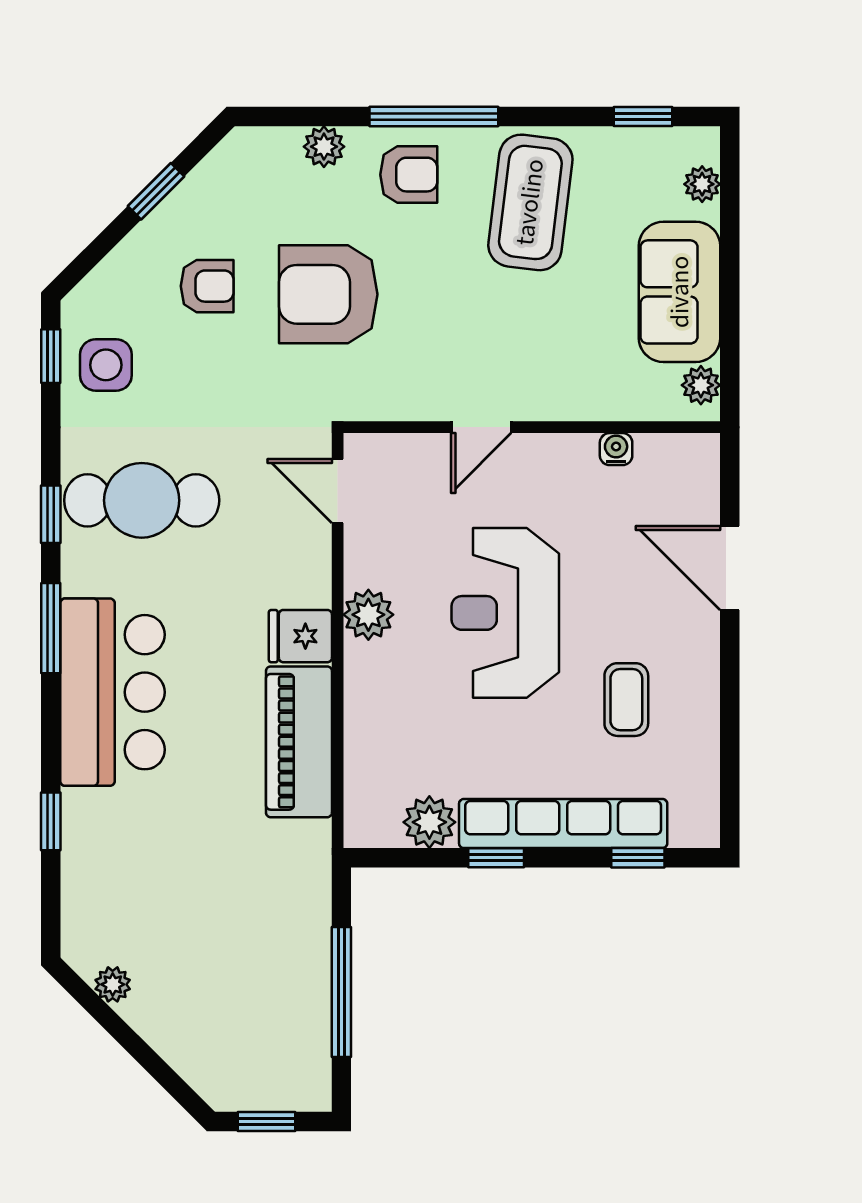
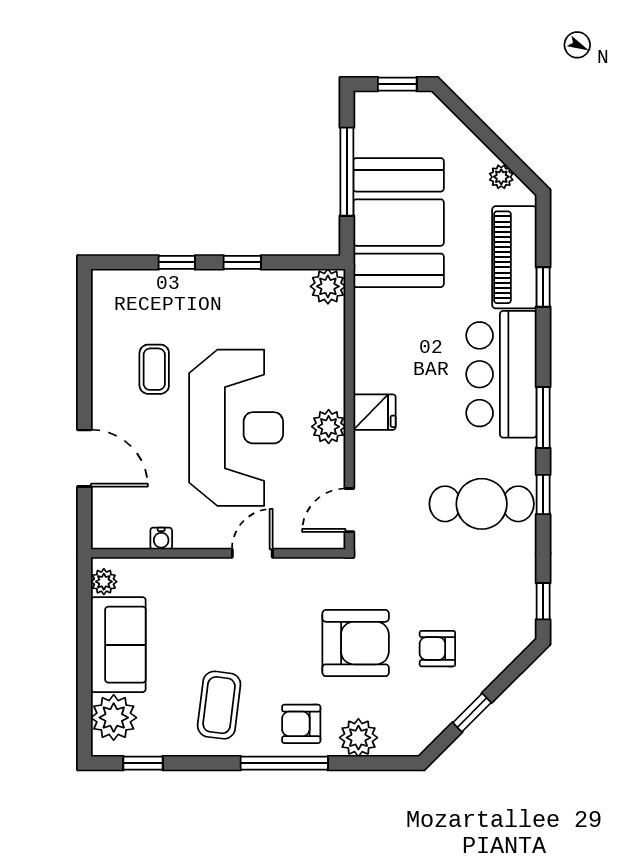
plant: (324, 147) -> (358, 738), width x1.38, depth x1.38
plant: (702, 184) -> (114, 718), width x1.87, depth x1.87
coffee table: (530, 202) -> (219, 705), width x0.73, depth x0.76
side table: (106, 365) -> (506, 595), removed
door: (338, 491) -> (349, 510), swing flipped
reception desk: (505, 613) -> (236, 428), width x1.36, depth x1.30
piano: (299, 742) -> (514, 257), moved, turned 180
plant: (429, 822) -> (328, 286), moved
row of seats: (563, 824) -> (197, 285), removed
window: (638, 858) -> (177, 262), moved
booth: (265, 917) -> (399, 223), added

